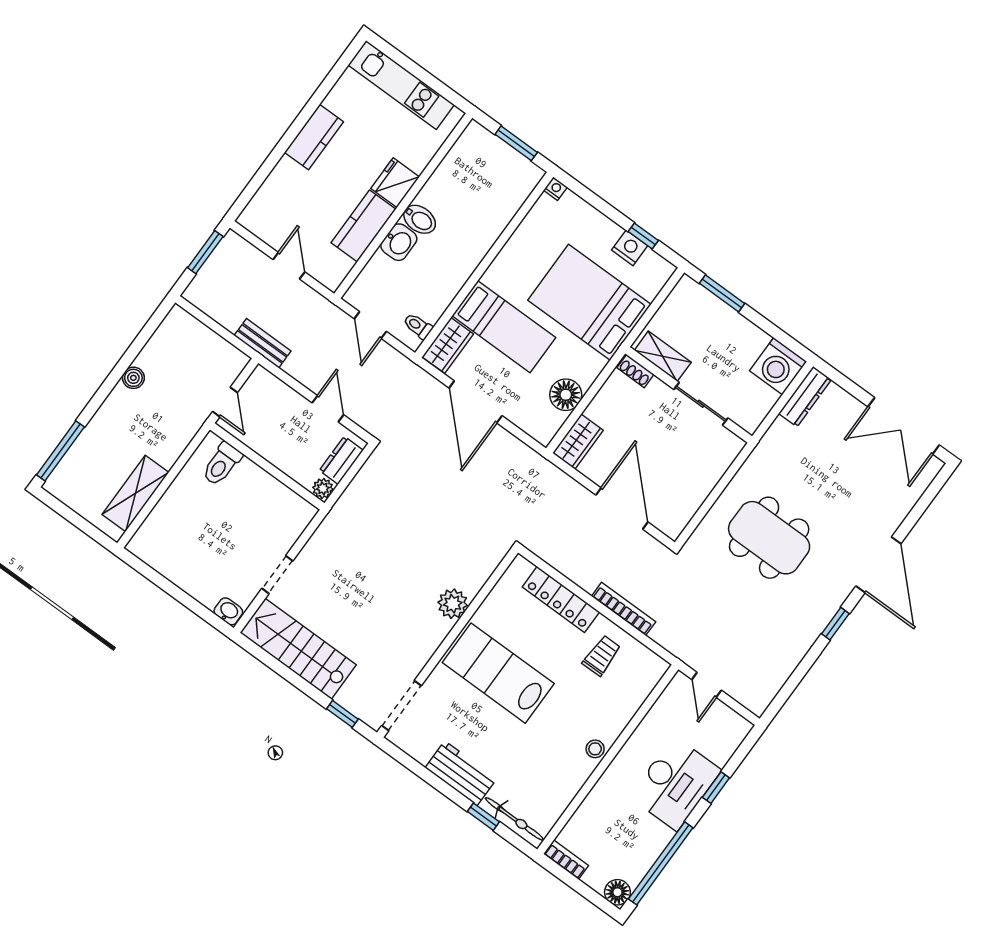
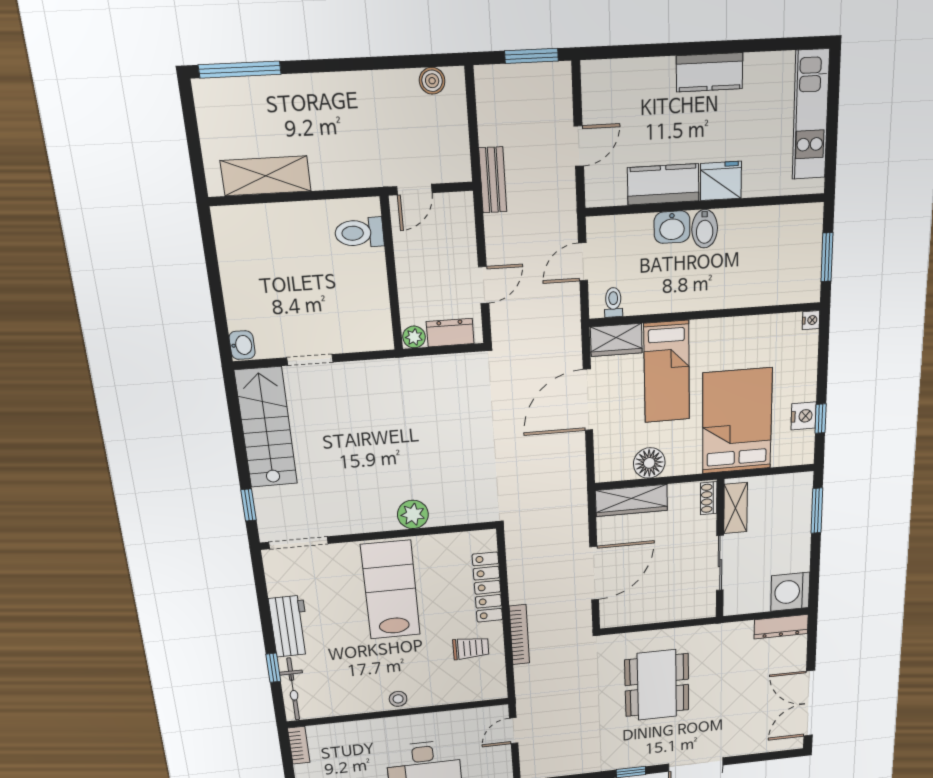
boiler: (133, 378) -> (432, 81), moved
wardrobe: (578, 442) -> (632, 500), width x1.50

